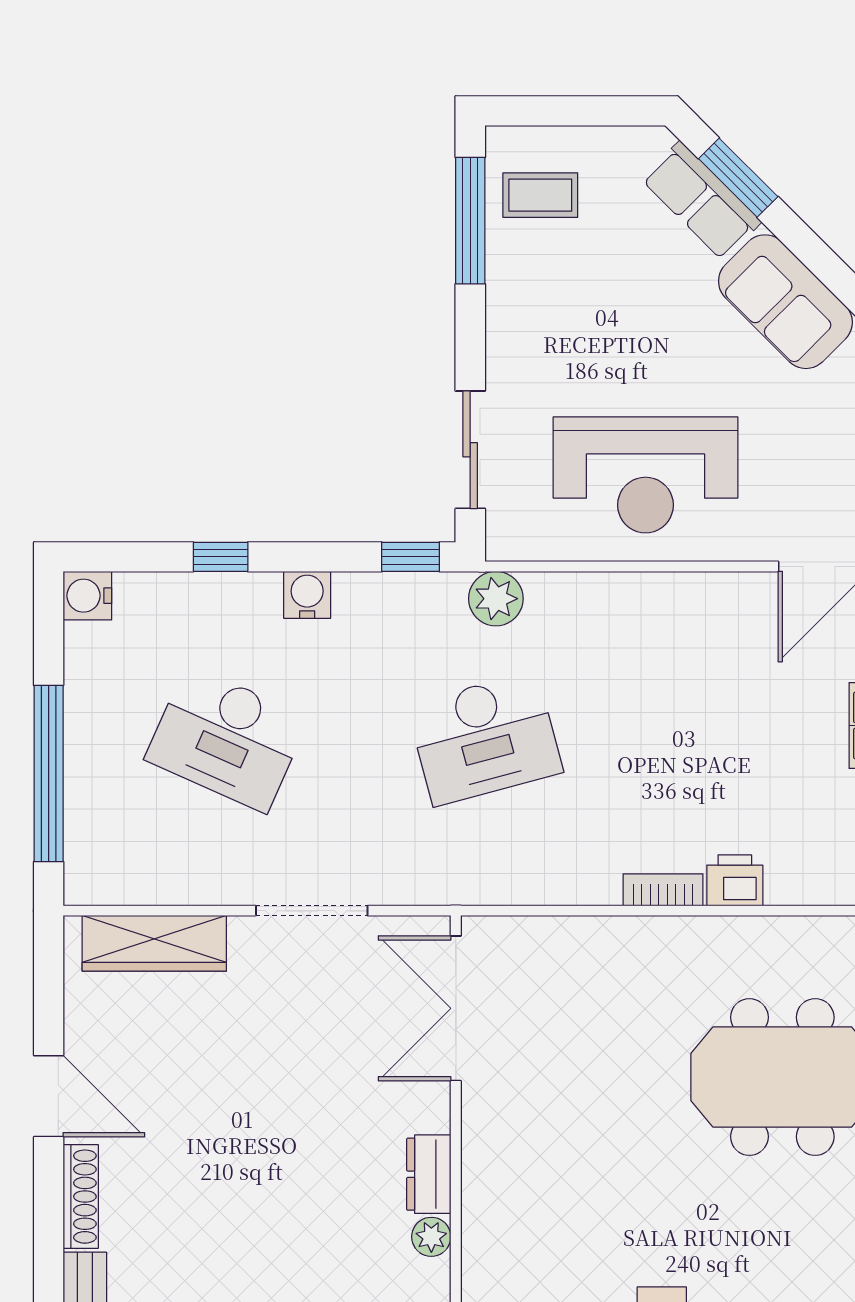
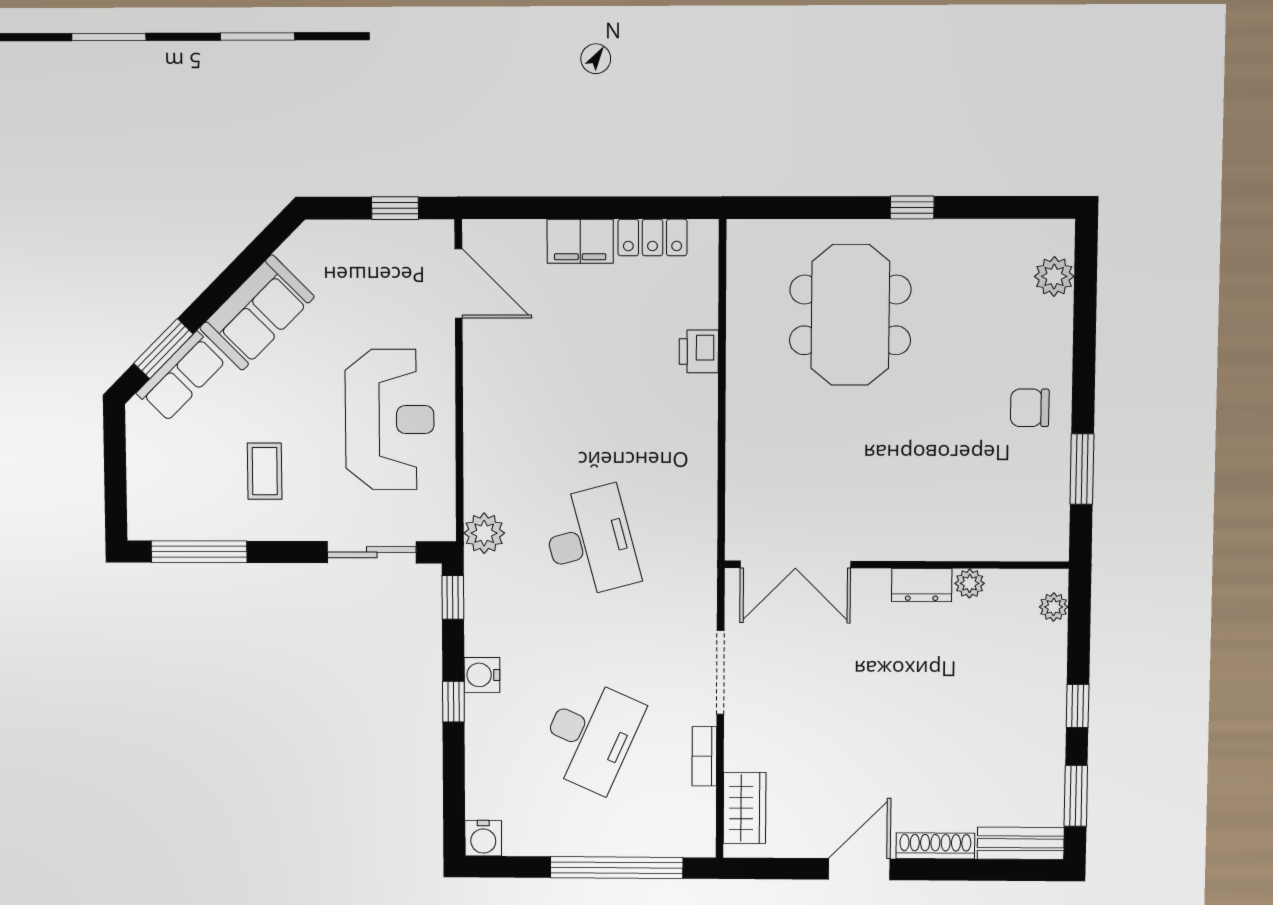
coffee table: (540, 195) -> (265, 471), moved
window: (221, 557) -> (453, 702), moved
bookcase: (663, 890) -> (704, 756), moved
wardrobe: (154, 943) -> (744, 808), width x0.67

